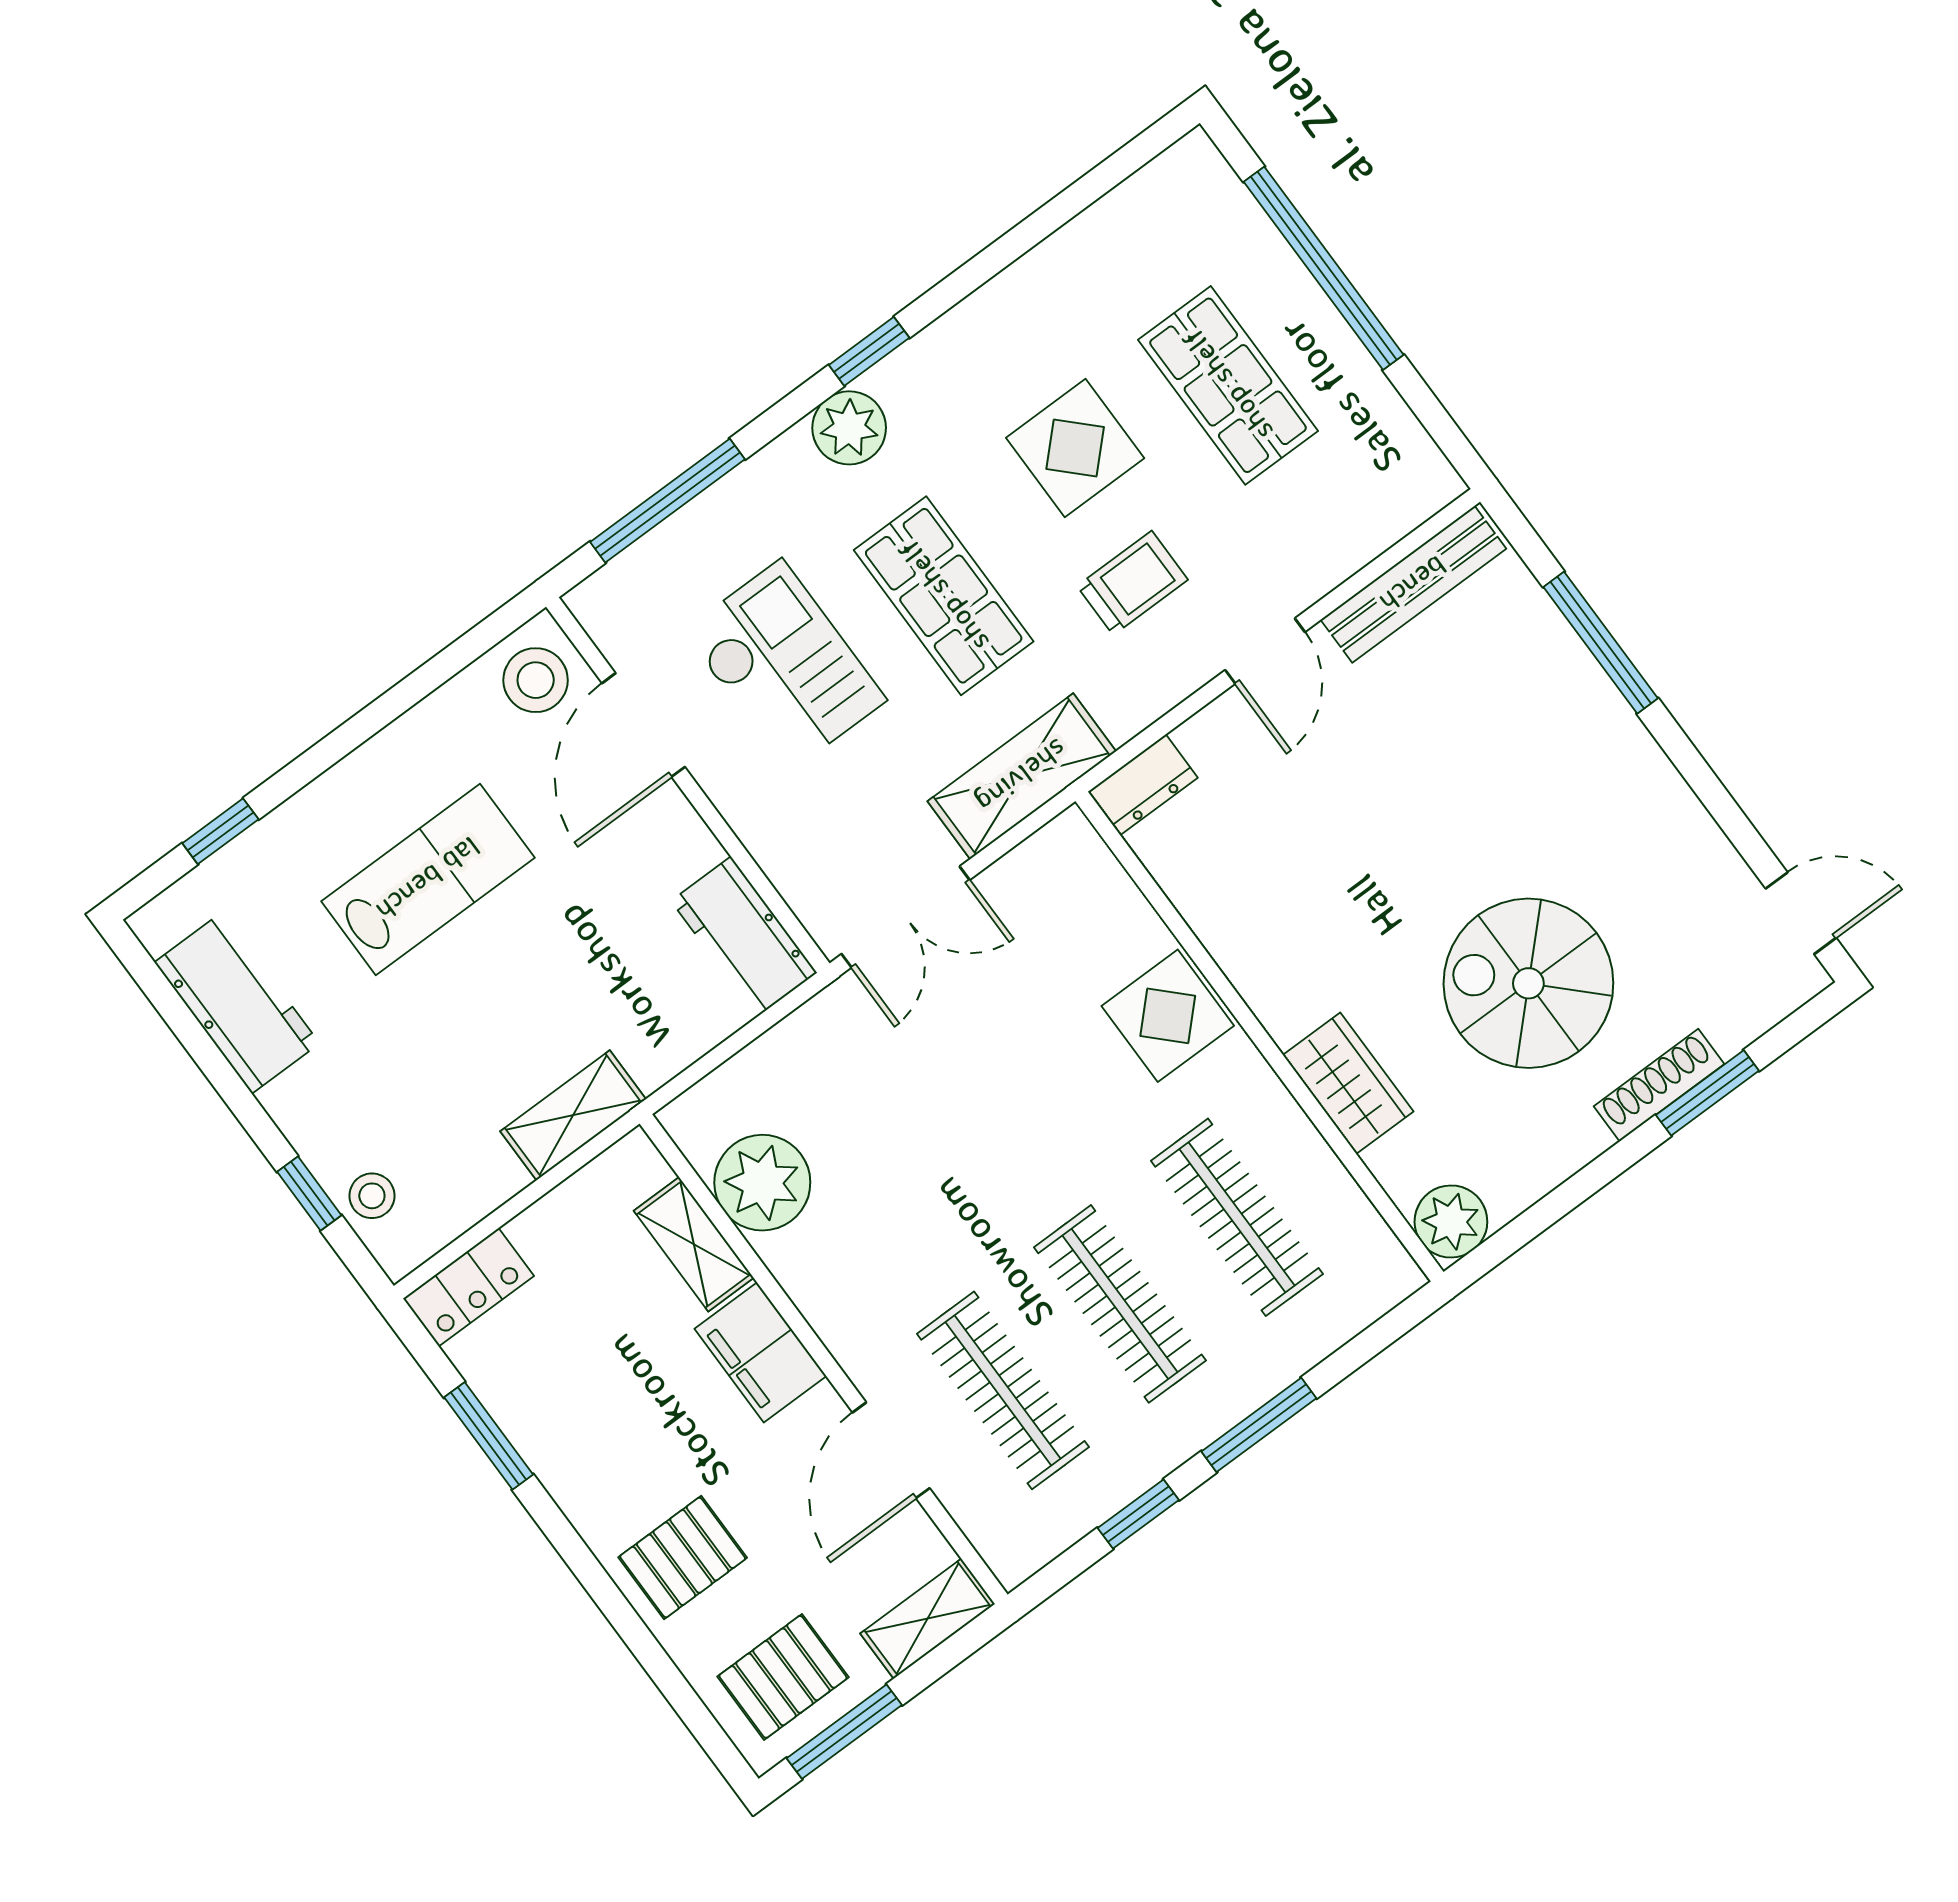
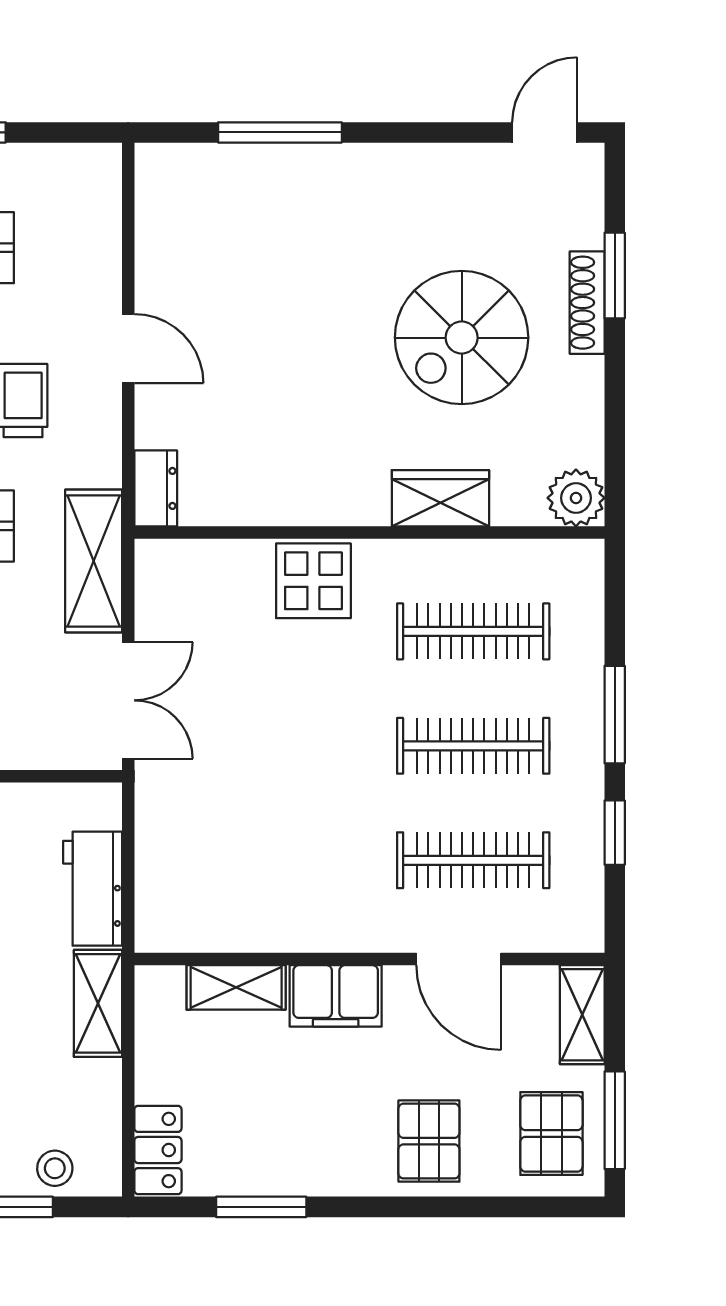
bench: (1413, 584) -> (155, 224), removed
workbench: (744, 937) -> (93, 889), moved, turned 90
plant: (762, 1183) -> (229, 915), removed

